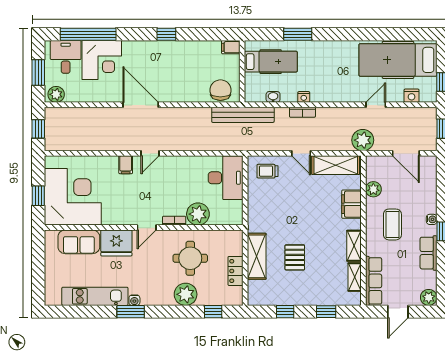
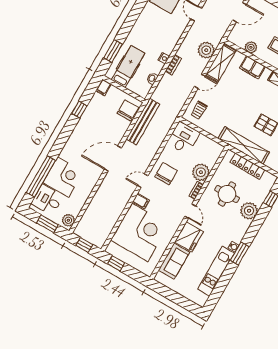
window: (166, 34) -> (79, 110), moved
window: (298, 34) -> (113, 51), moved
chair: (220, 90) -> (128, 110), turned 90
door: (141, 105) -> (113, 159), moved
bench: (243, 115) -> (143, 122), moved
plant: (363, 140) -> (206, 50), moved
door: (150, 153) -> (143, 181), swing flipped
chair: (173, 175) -> (166, 174), added
desk: (226, 178) -> (183, 138), width x0.73
window: (38, 196) -> (116, 263), moved
corner desk: (73, 197) -> (140, 232), moved, turned 90
shelving: (257, 256) -> (244, 145), width x1.47
locker: (235, 271) -> (247, 166), width x1.53

